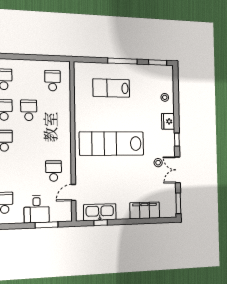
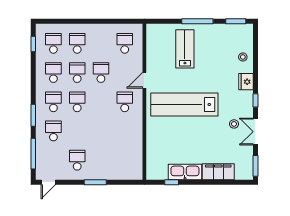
lab bench: (111, 88) -> (185, 49), turned 90
school desk: (54, 171) -> (125, 102), moved
door: (73, 192) -> (144, 80), moved
desk: (37, 209) -> (108, 167), removed
kitchen sink: (100, 212) -> (185, 172), moved
window: (47, 225) -> (95, 182), moved

